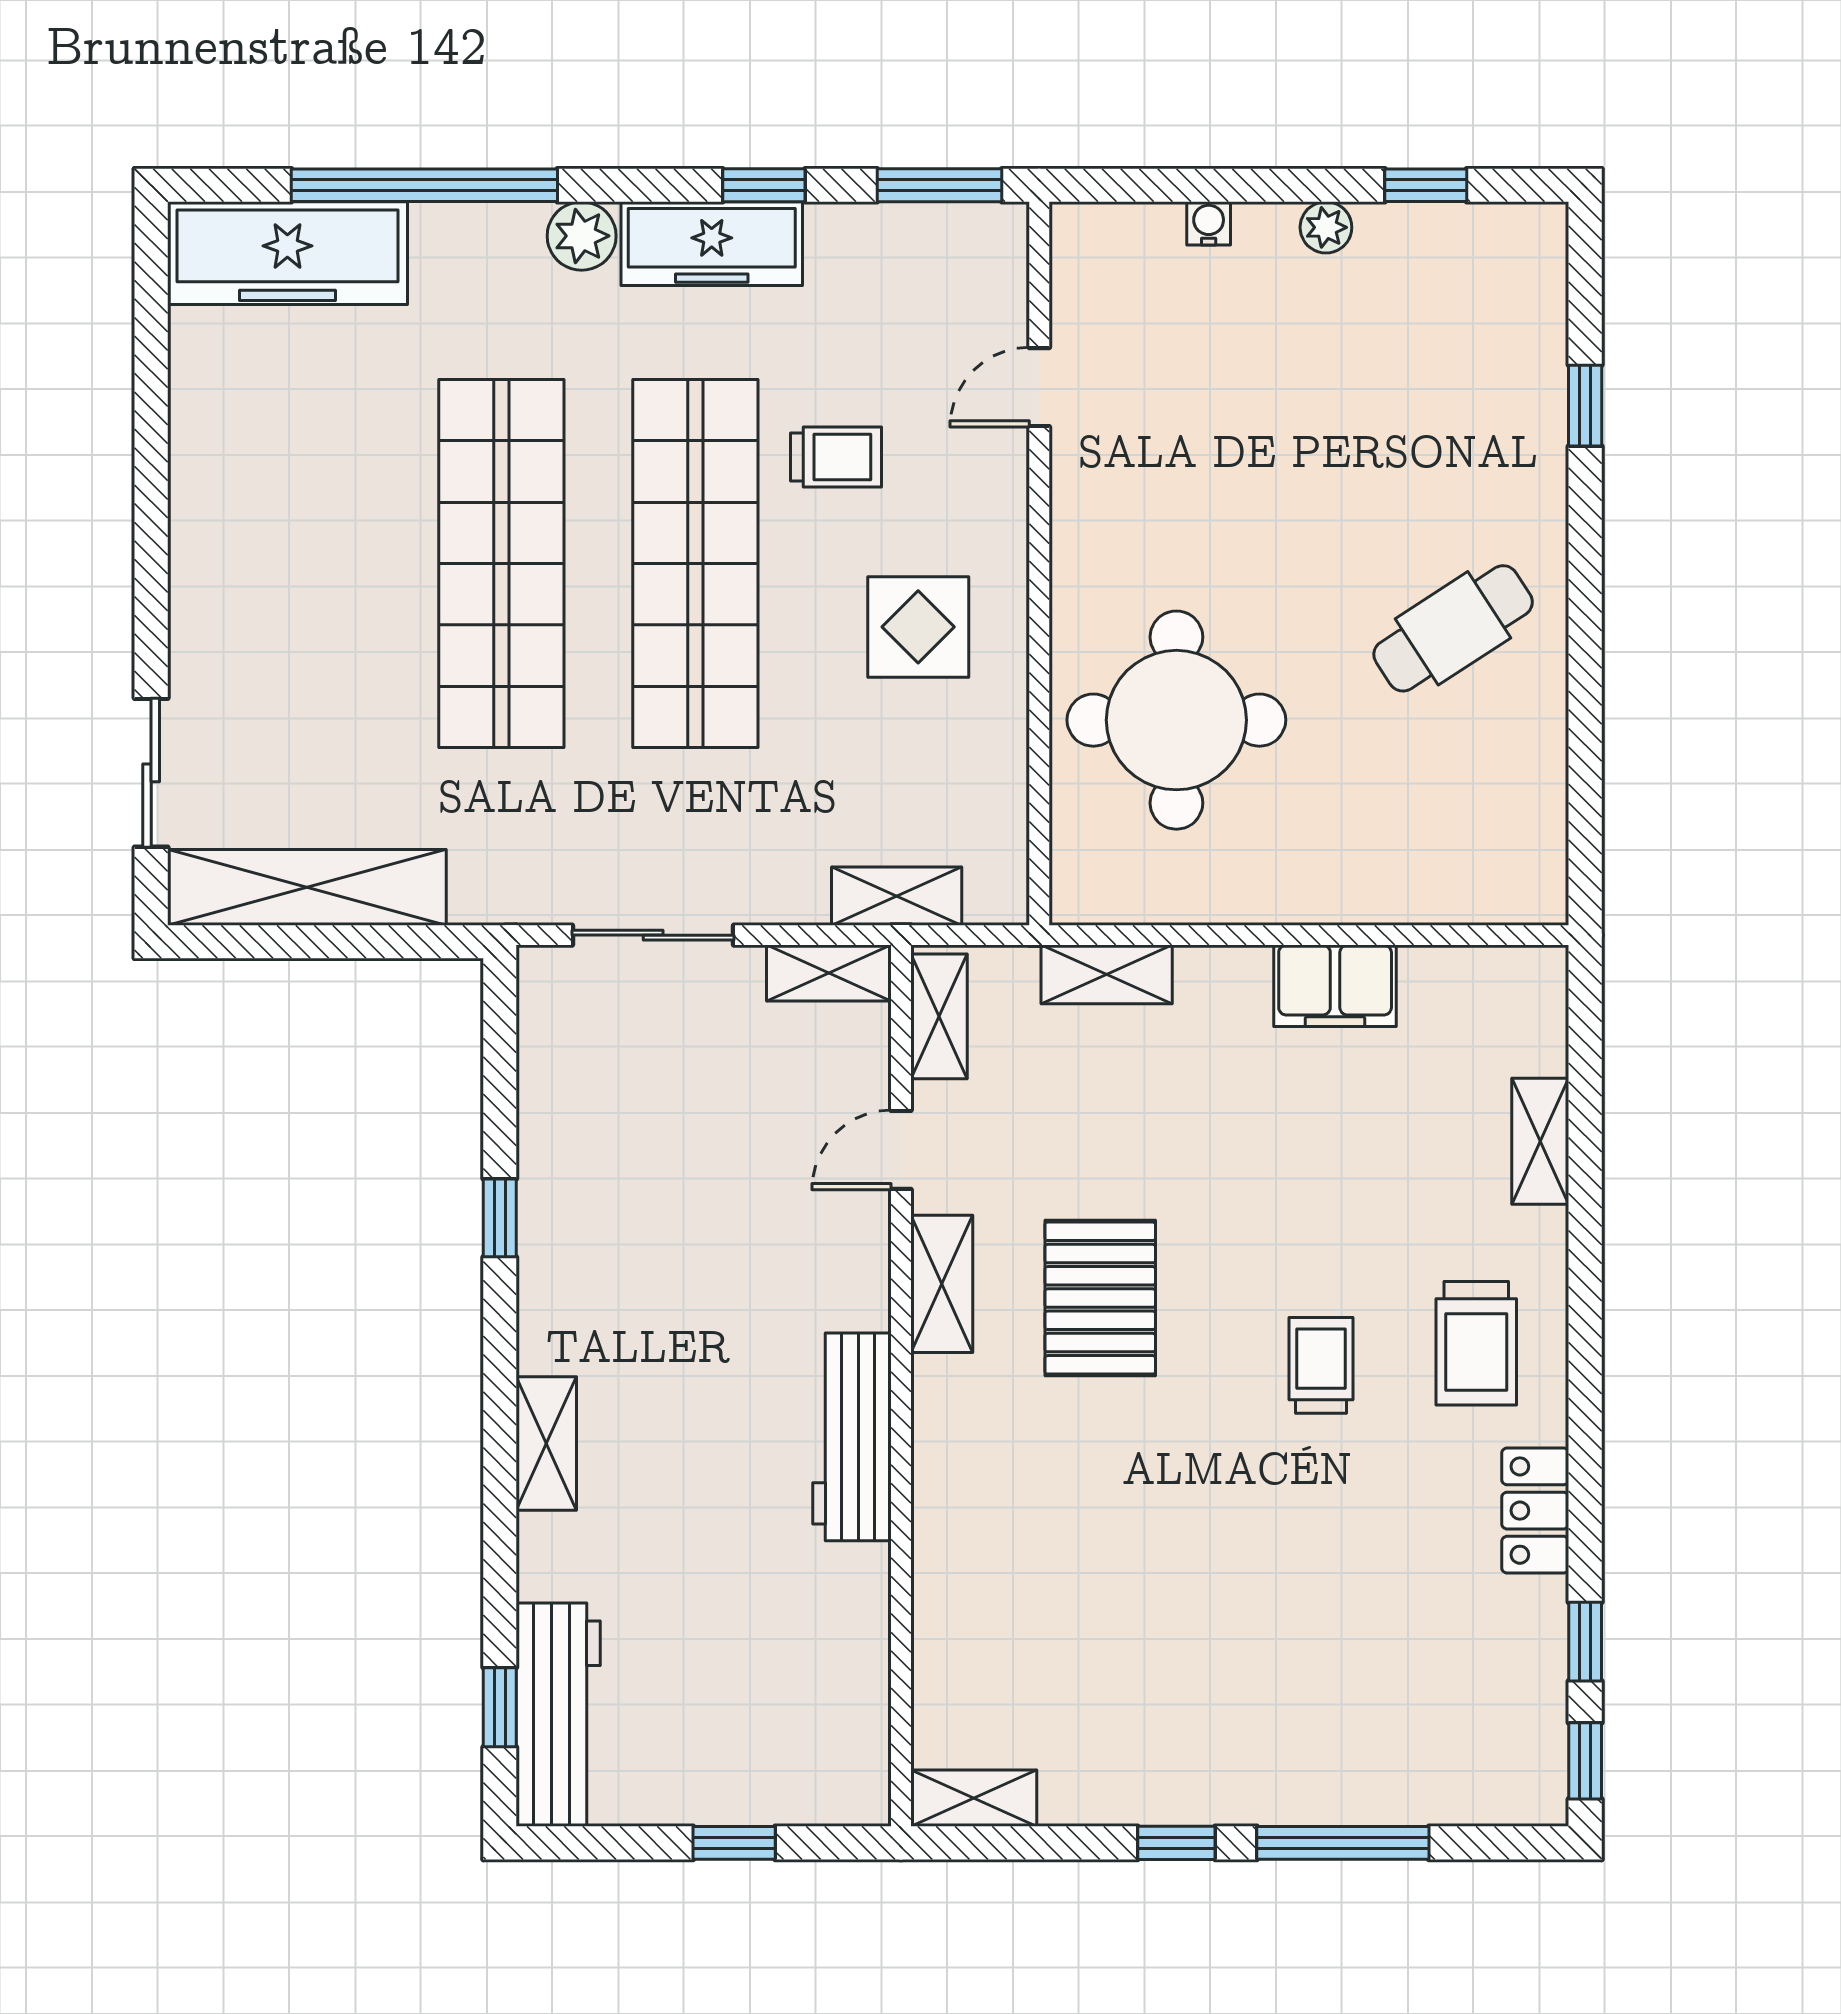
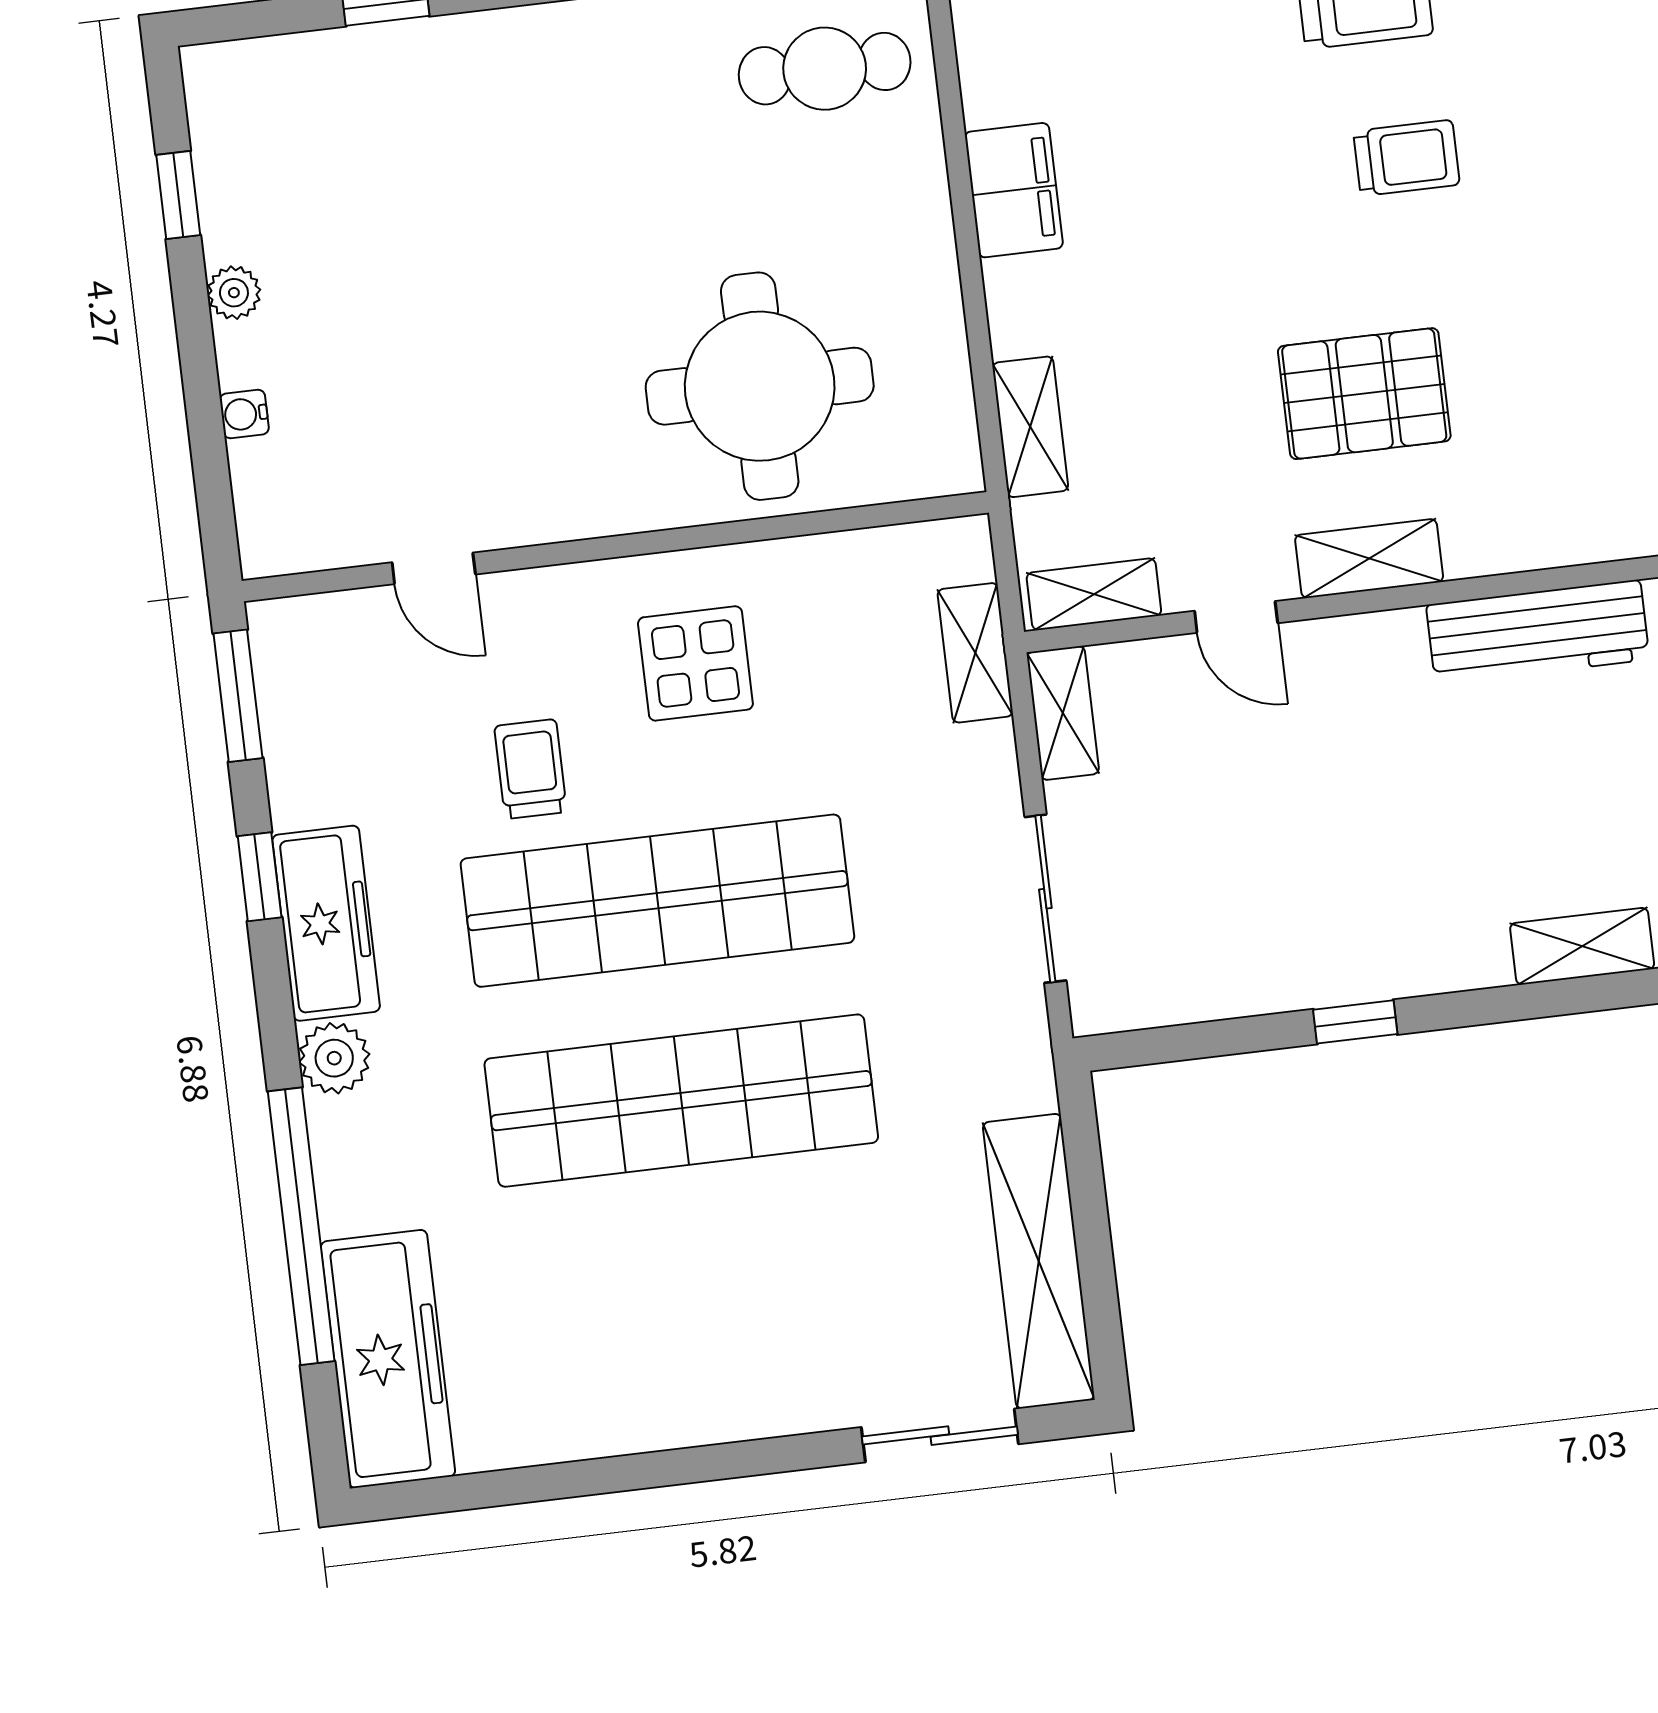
cafe table: (1453, 628) -> (825, 69), moved, turned -57
trolley: (1321, 1365) -> (1406, 158), turned 180

